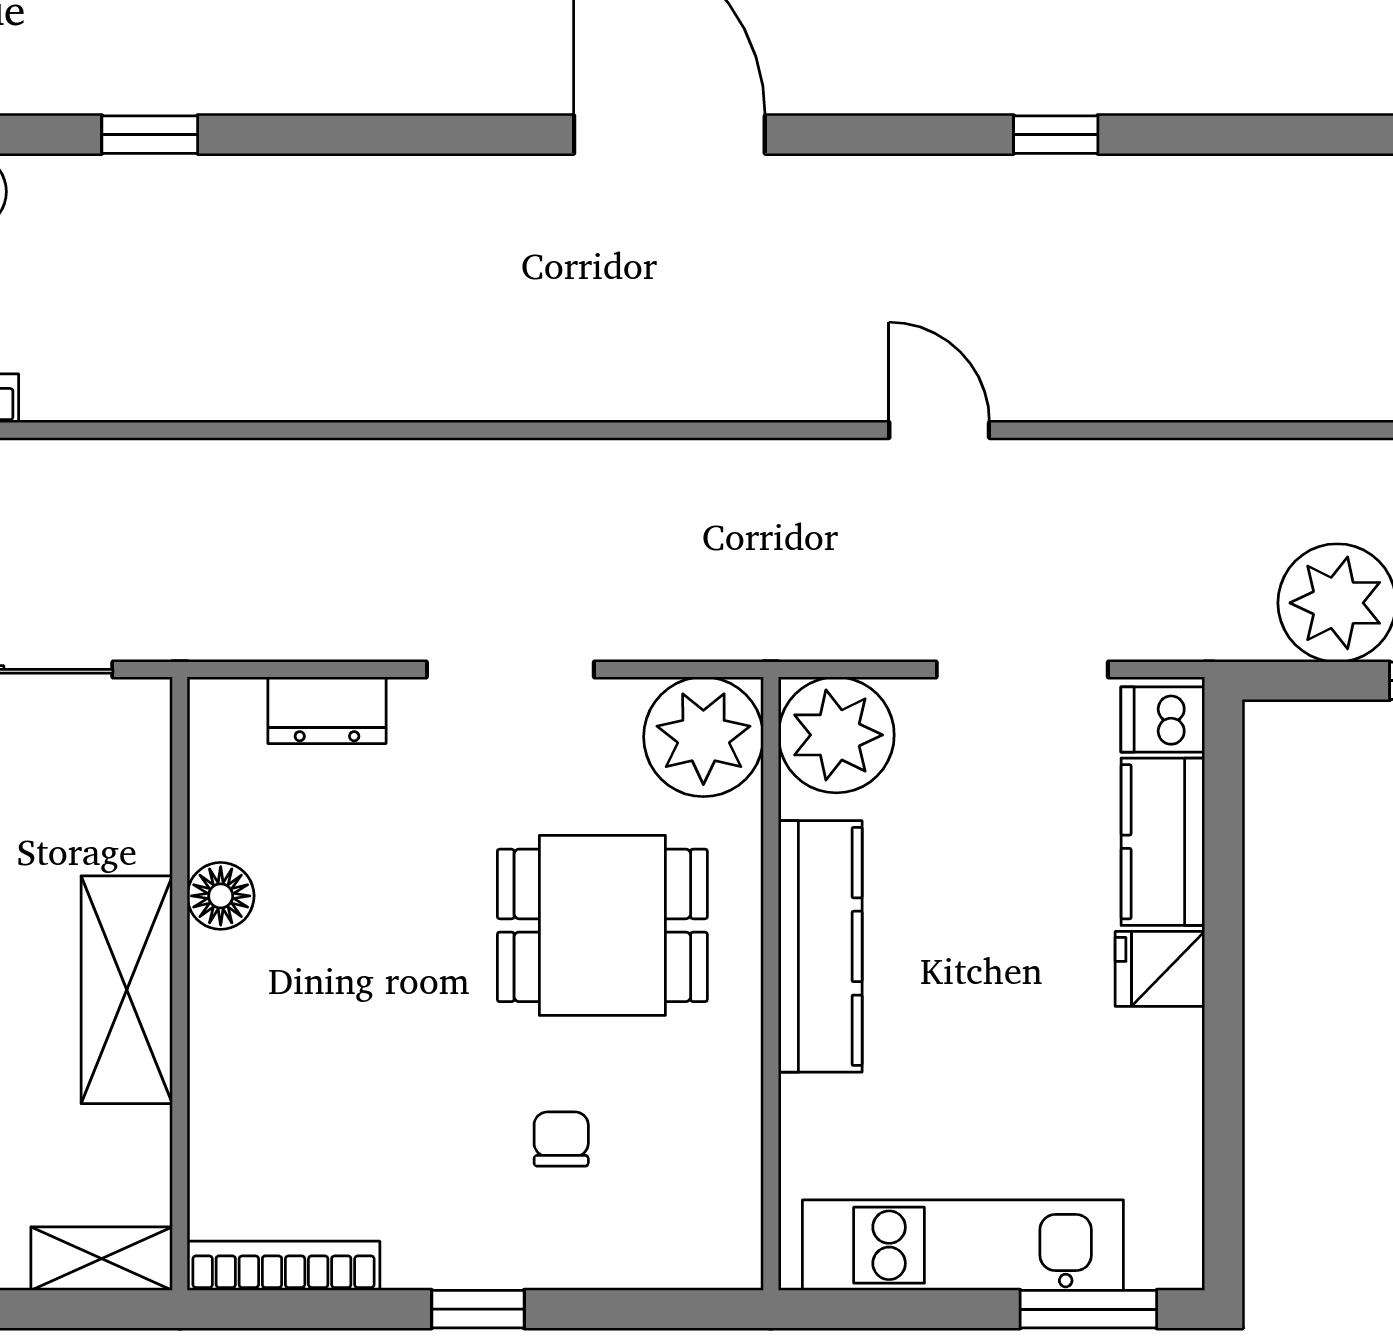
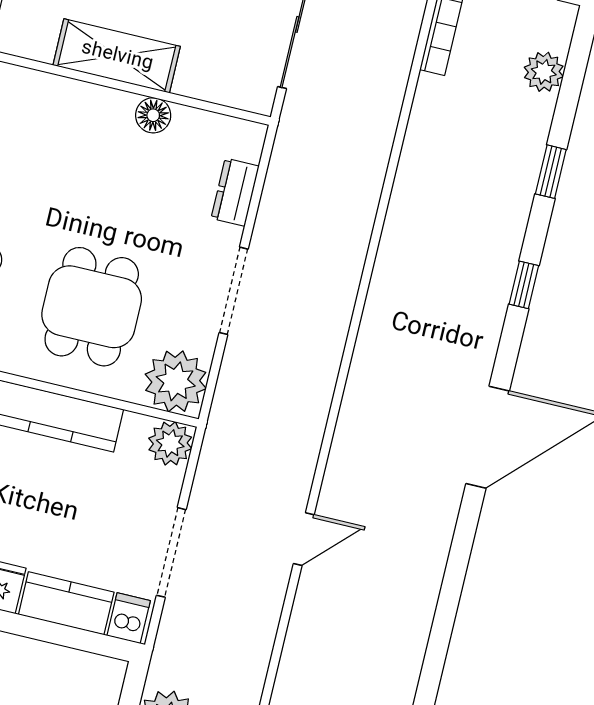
window: (1056, 135) -> (524, 285), moved
plant: (836, 735) -> (170, 443), width x0.73, depth x0.73

